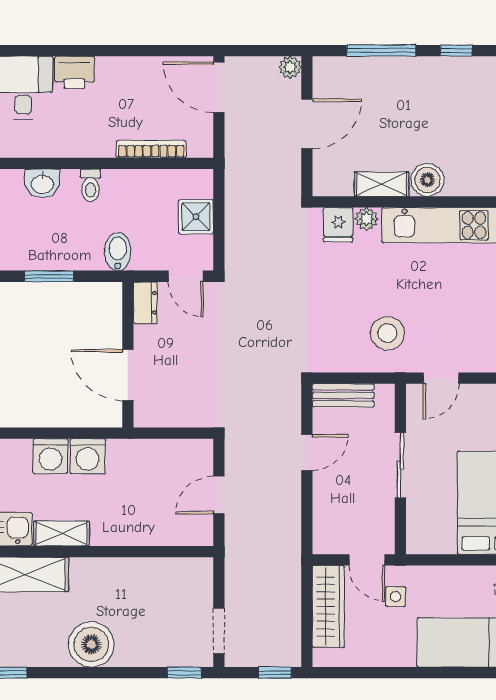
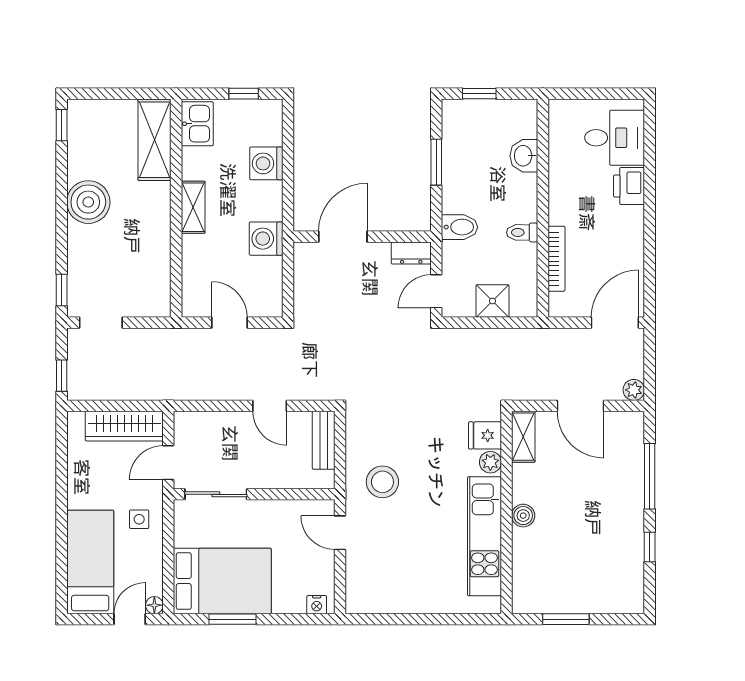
boiler: (427, 180) -> (523, 516), width x0.73, depth x0.73
shelving: (382, 184) -> (523, 437), moved
toilet: (90, 185) -> (522, 232), moved
washing machine: (88, 456) -> (266, 239), moved
sliding door: (400, 465) -> (216, 494), moved
shelving: (62, 534) -> (193, 207), moved
side table: (396, 596) -> (139, 519), moved

